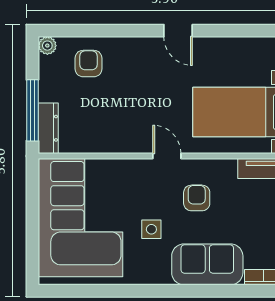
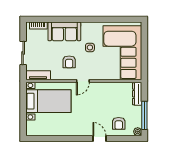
door: (178, 31) -> (99, 138), moved
window: (32, 110) -> (144, 115), moved
door: (167, 156) -> (83, 81), hinge flipped

